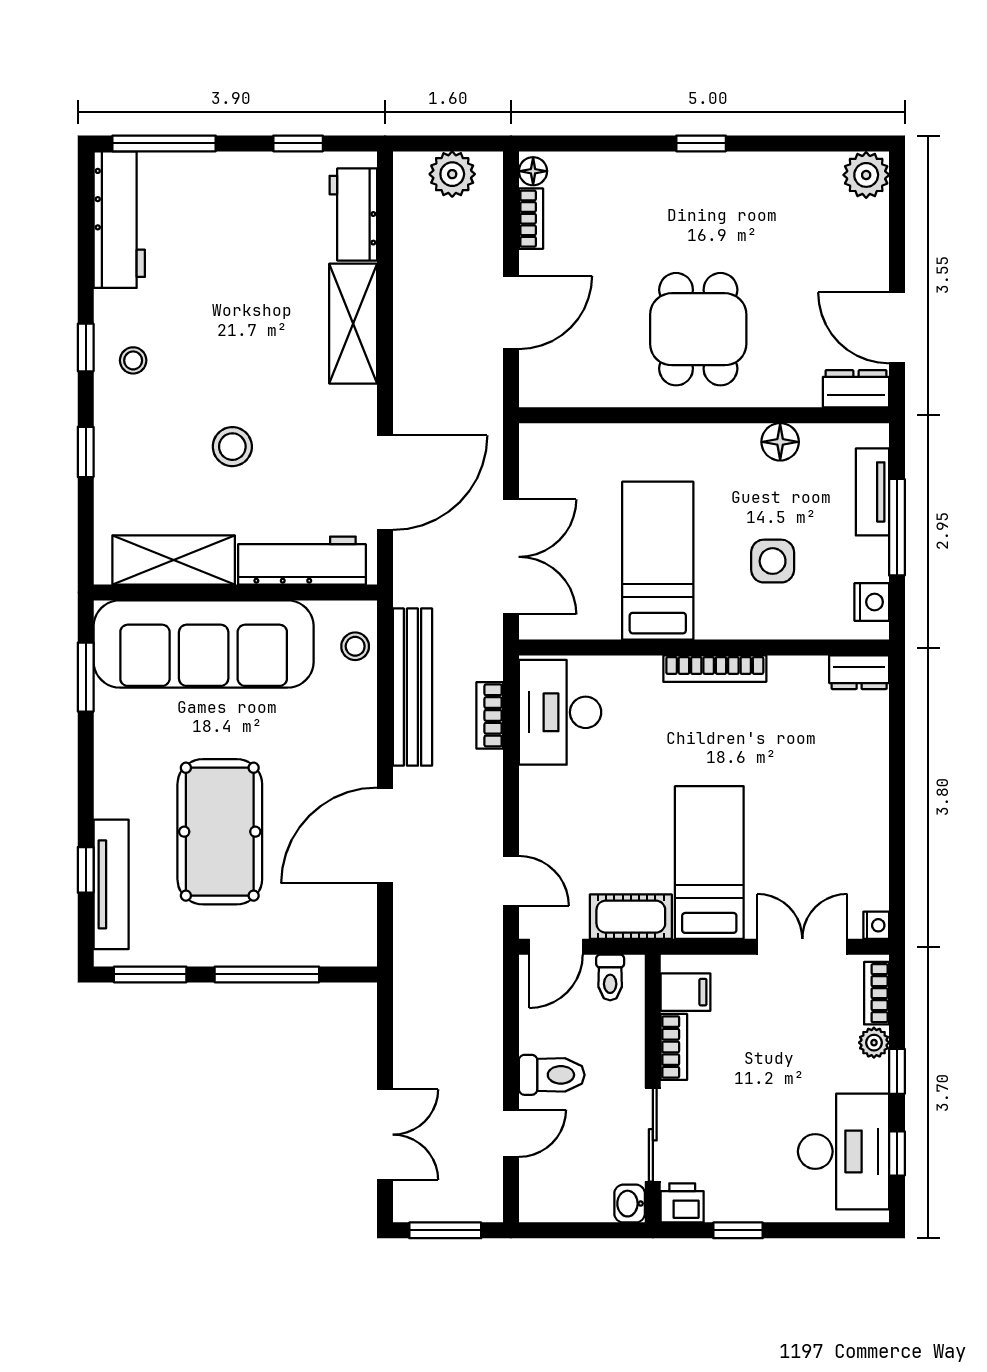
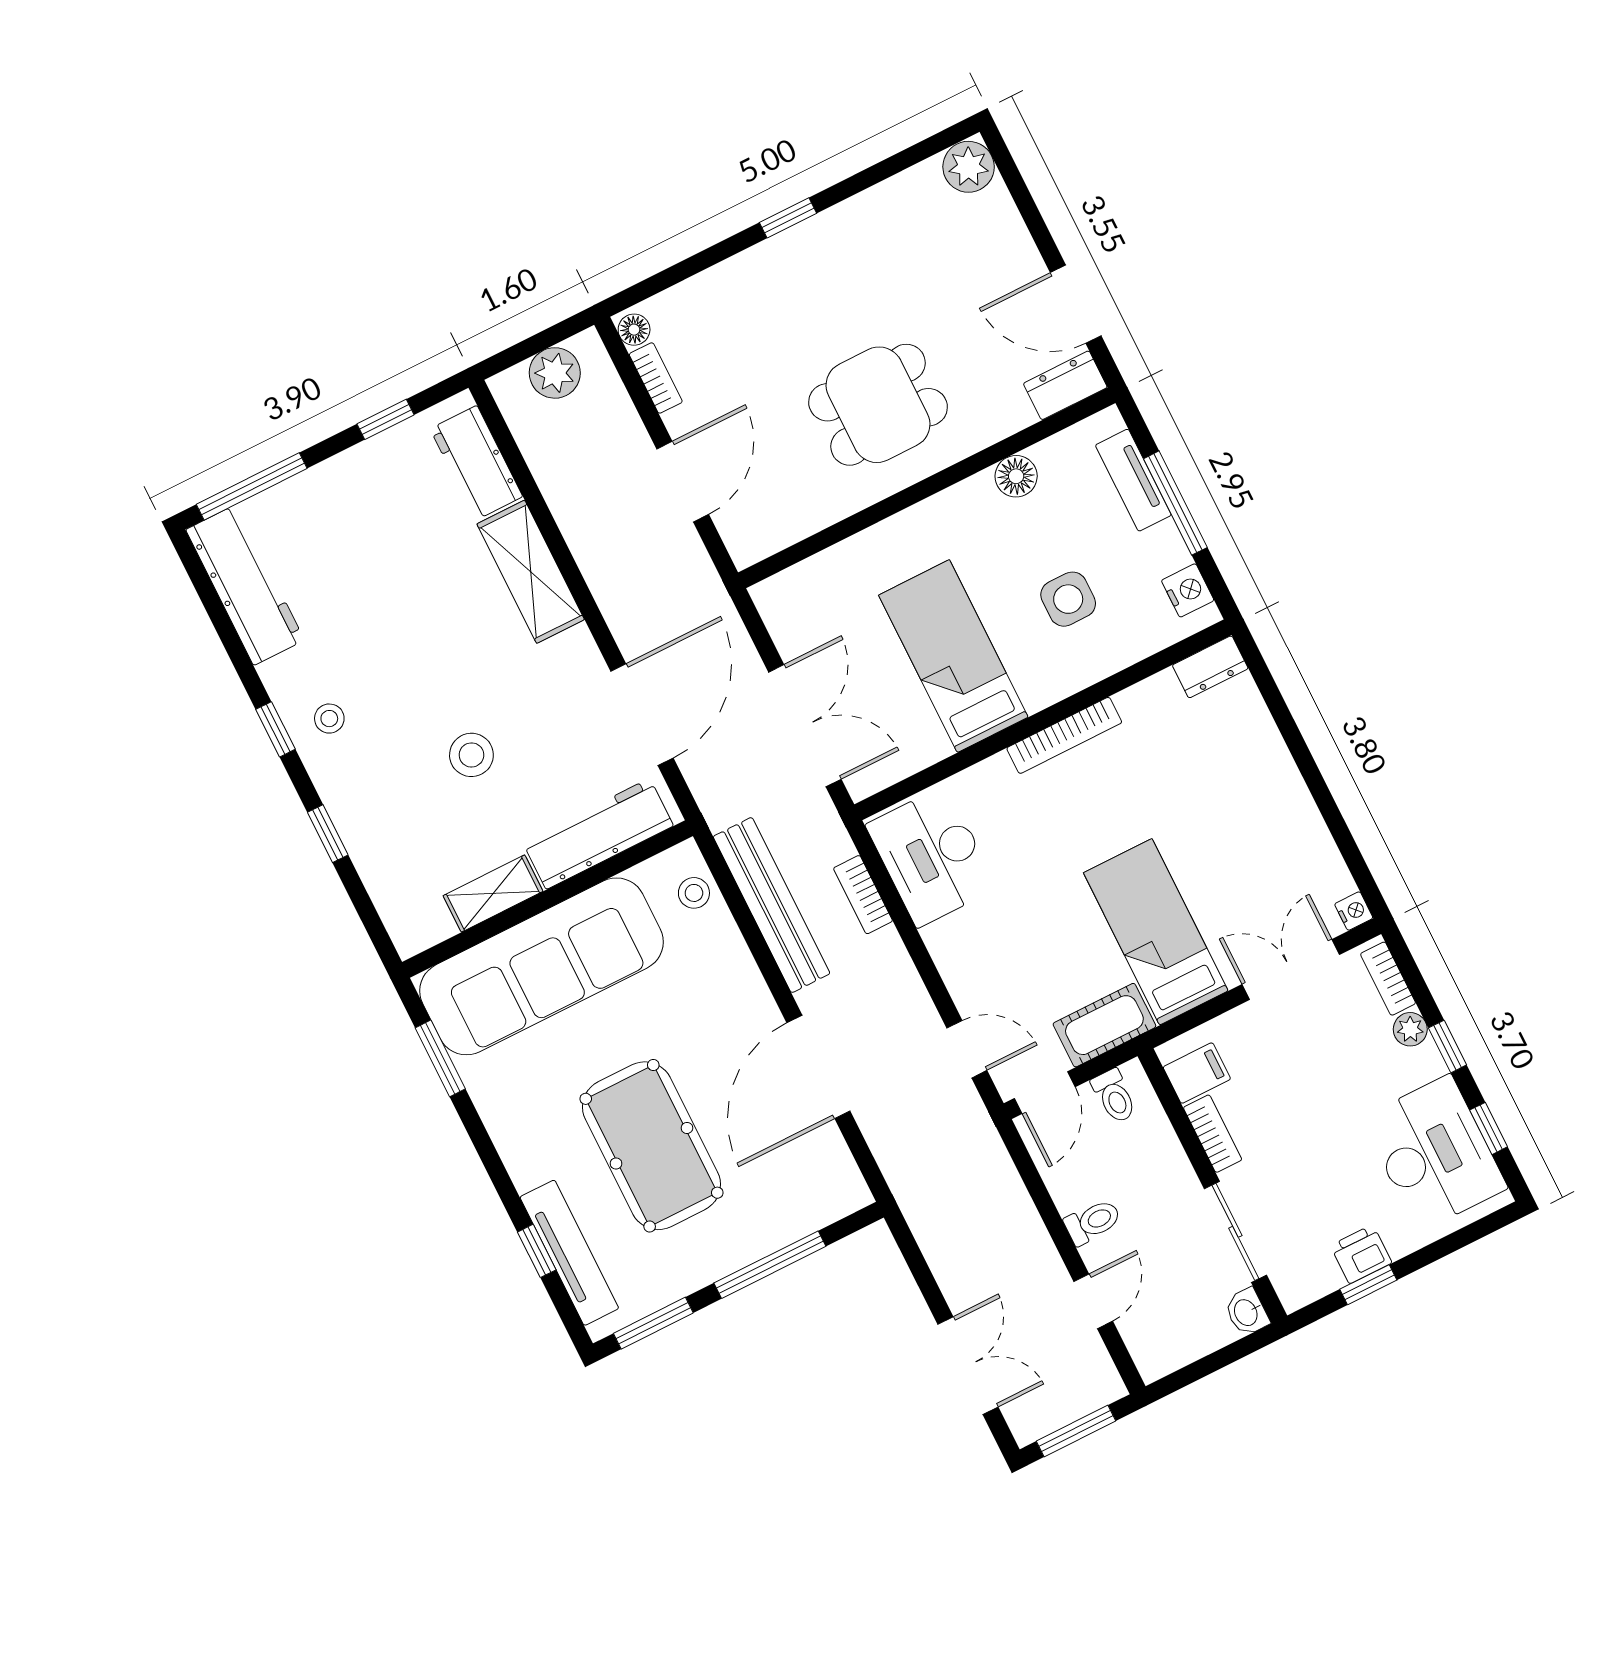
dining table: (698, 329) -> (878, 405), turned 90
shelving: (174, 560) -> (493, 893), width x0.67, depth x0.75
toilet: (552, 1075) -> (1093, 1222), width x0.73, depth x0.72
printer: (682, 1203) -> (1361, 1254), moved

